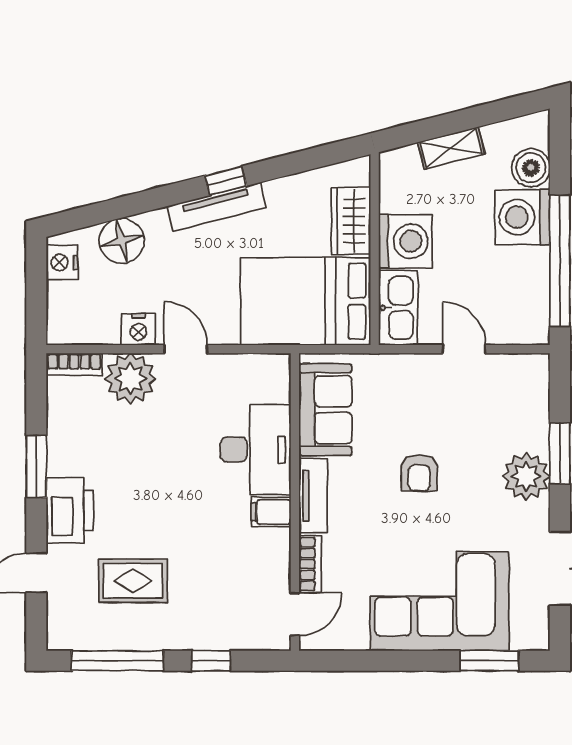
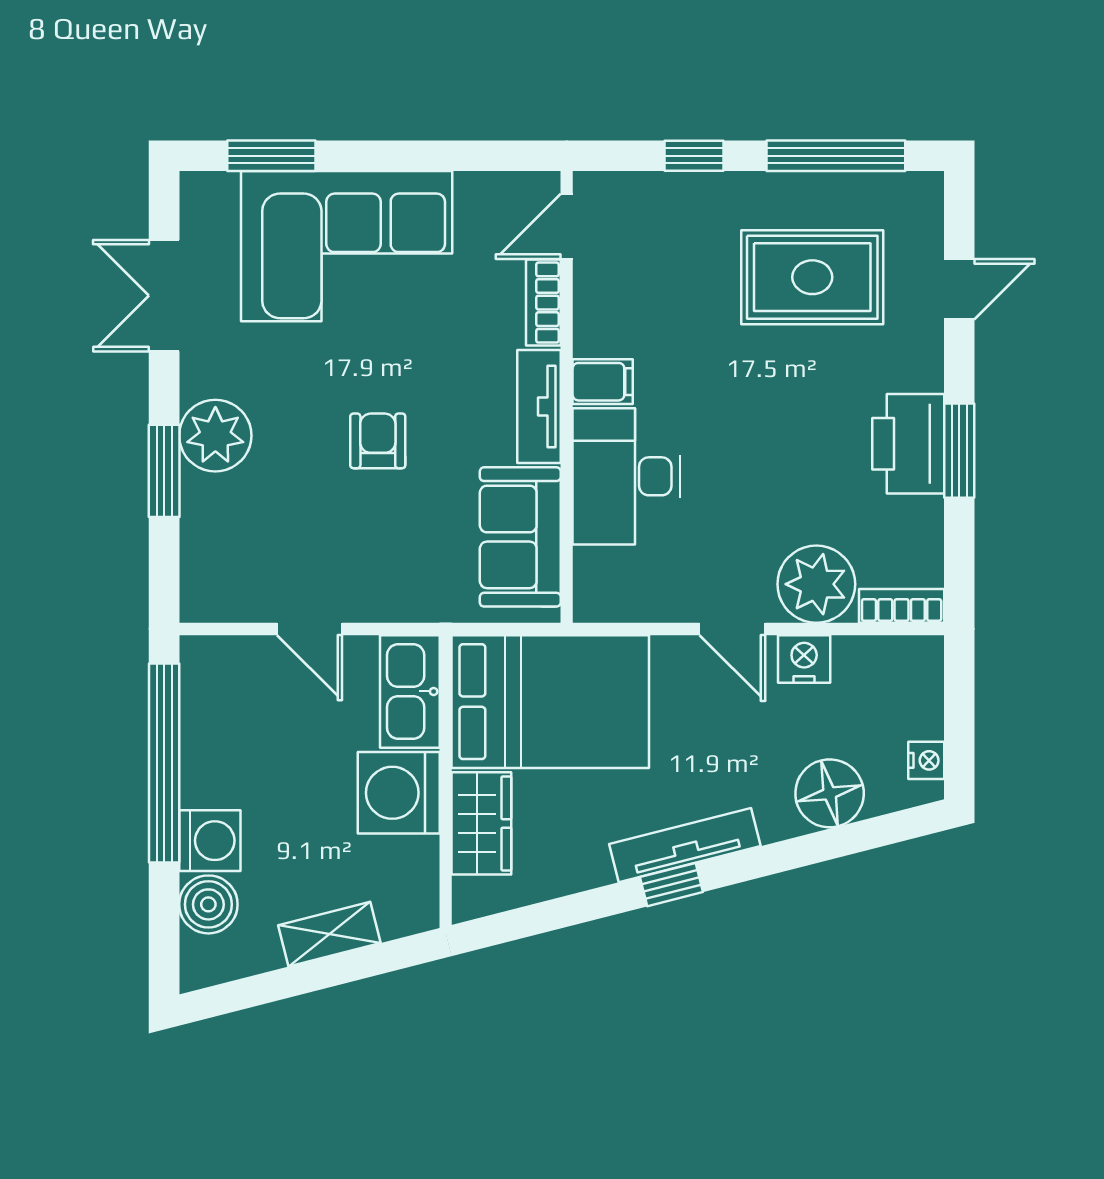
washing machine: (522, 217) -> (210, 841), width x0.73, depth x0.73
nightstand: (62, 262) -> (926, 760), width x0.72, depth x0.74
printer: (70, 510) -> (908, 444), moved
rug: (133, 581) -> (812, 277), width x1.36, depth x1.43

